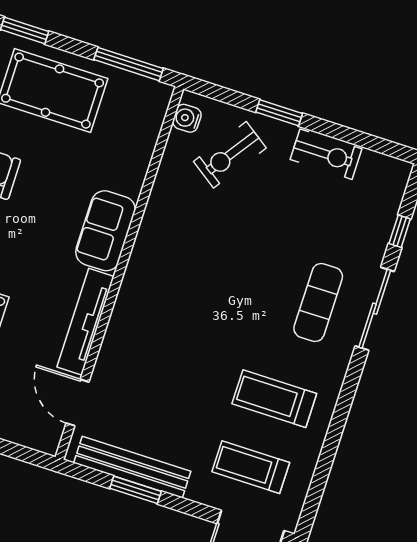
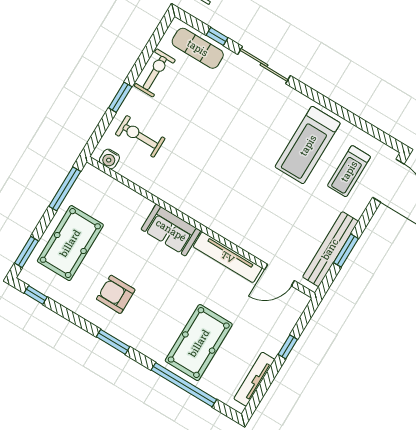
exercise bike: (230, 155) -> (140, 136), turned 145
exercise mat: (318, 302) -> (198, 48), moved
treadmill: (274, 399) -> (308, 145), width x1.37, depth x1.38

